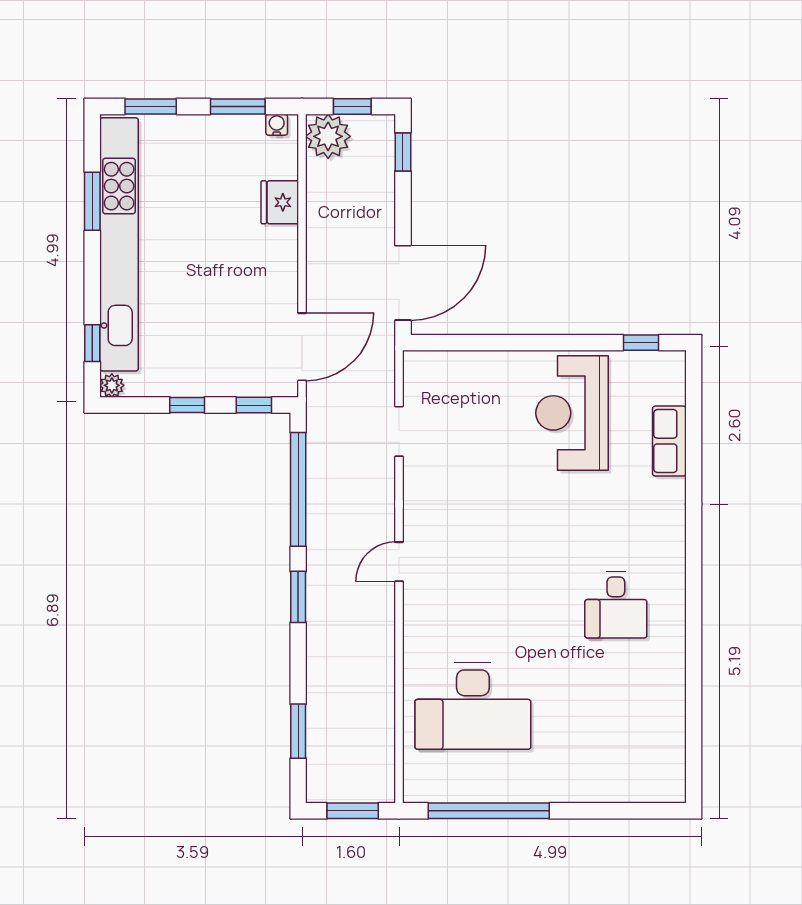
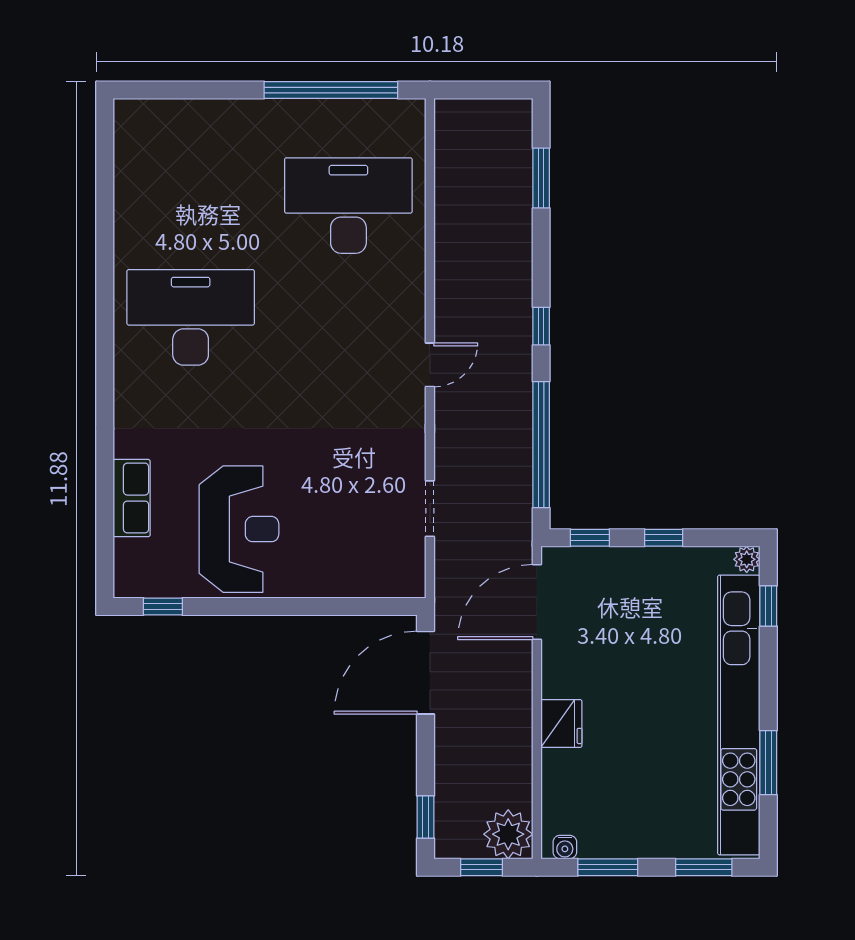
fridge: (280, 202) -> (561, 724), moved
window: (298, 597) -> (541, 326), width x0.67
desk: (616, 605) -> (191, 317), width x1.87, depth x1.30
window: (353, 811) -> (481, 90), removed

